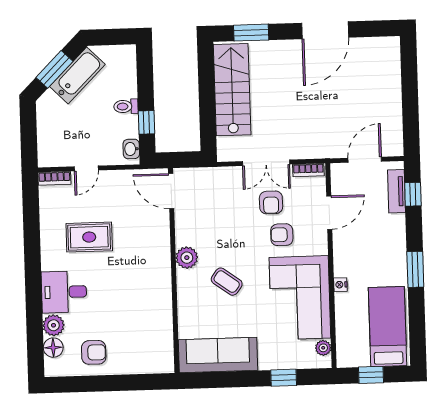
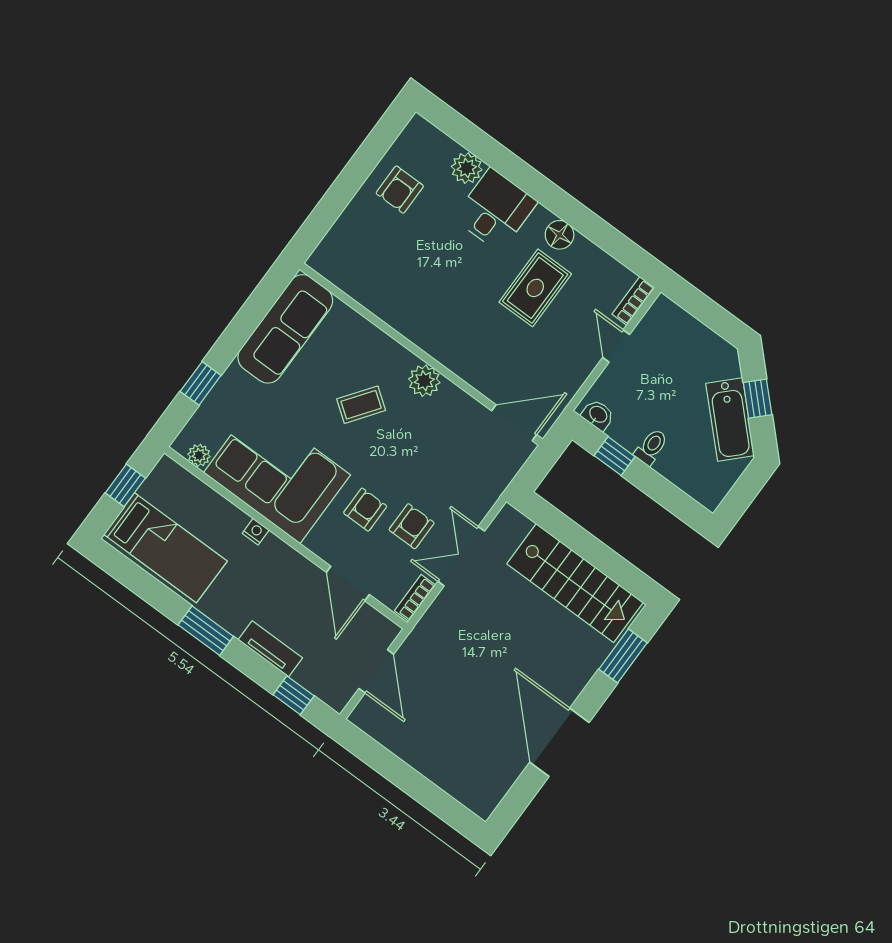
window: (54, 69) -> (758, 399), width x0.67
tv unit: (397, 191) -> (270, 649), moved
armchair: (271, 202) -> (412, 526), turned 90
floor lamp: (53, 348) -> (560, 235), moved

